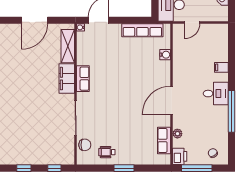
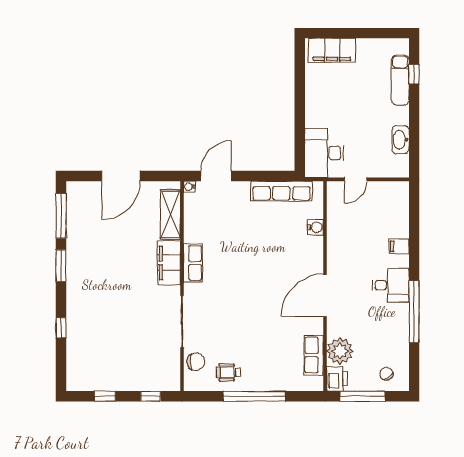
plant: (177, 134) -> (340, 351), width x1.88, depth x1.88
window: (124, 168) -> (254, 396), width x2.11

